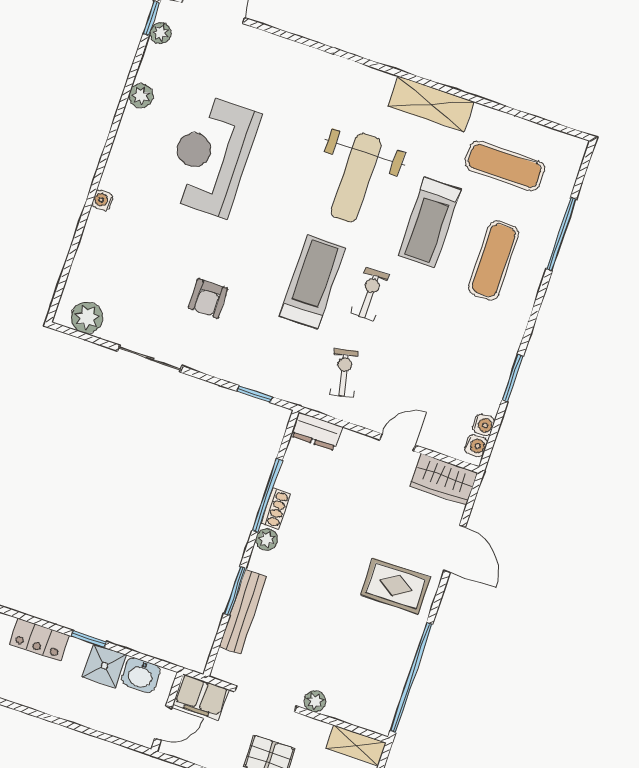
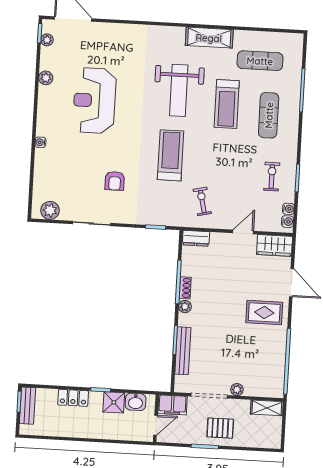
exercise bike: (369, 294) -> (272, 177), moved

